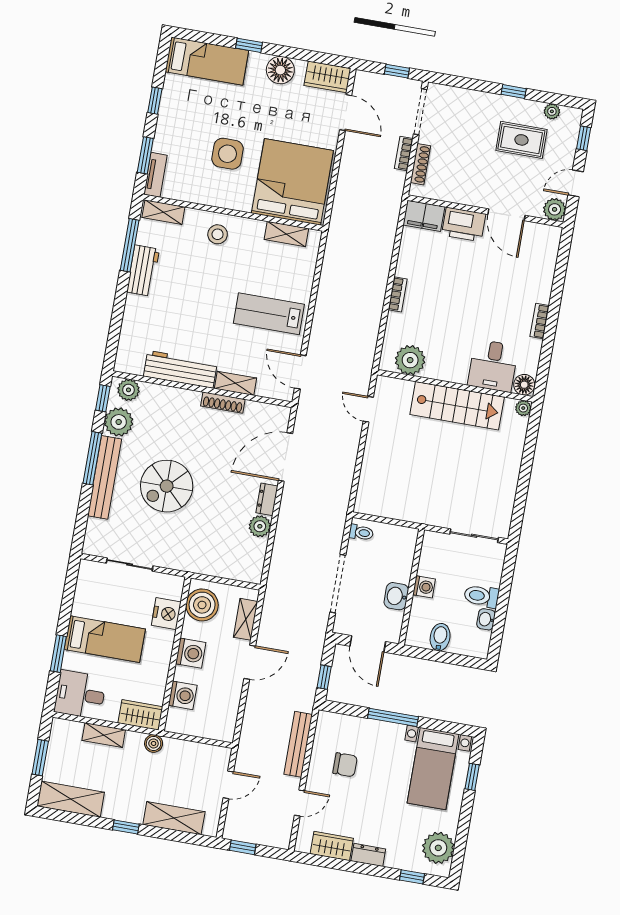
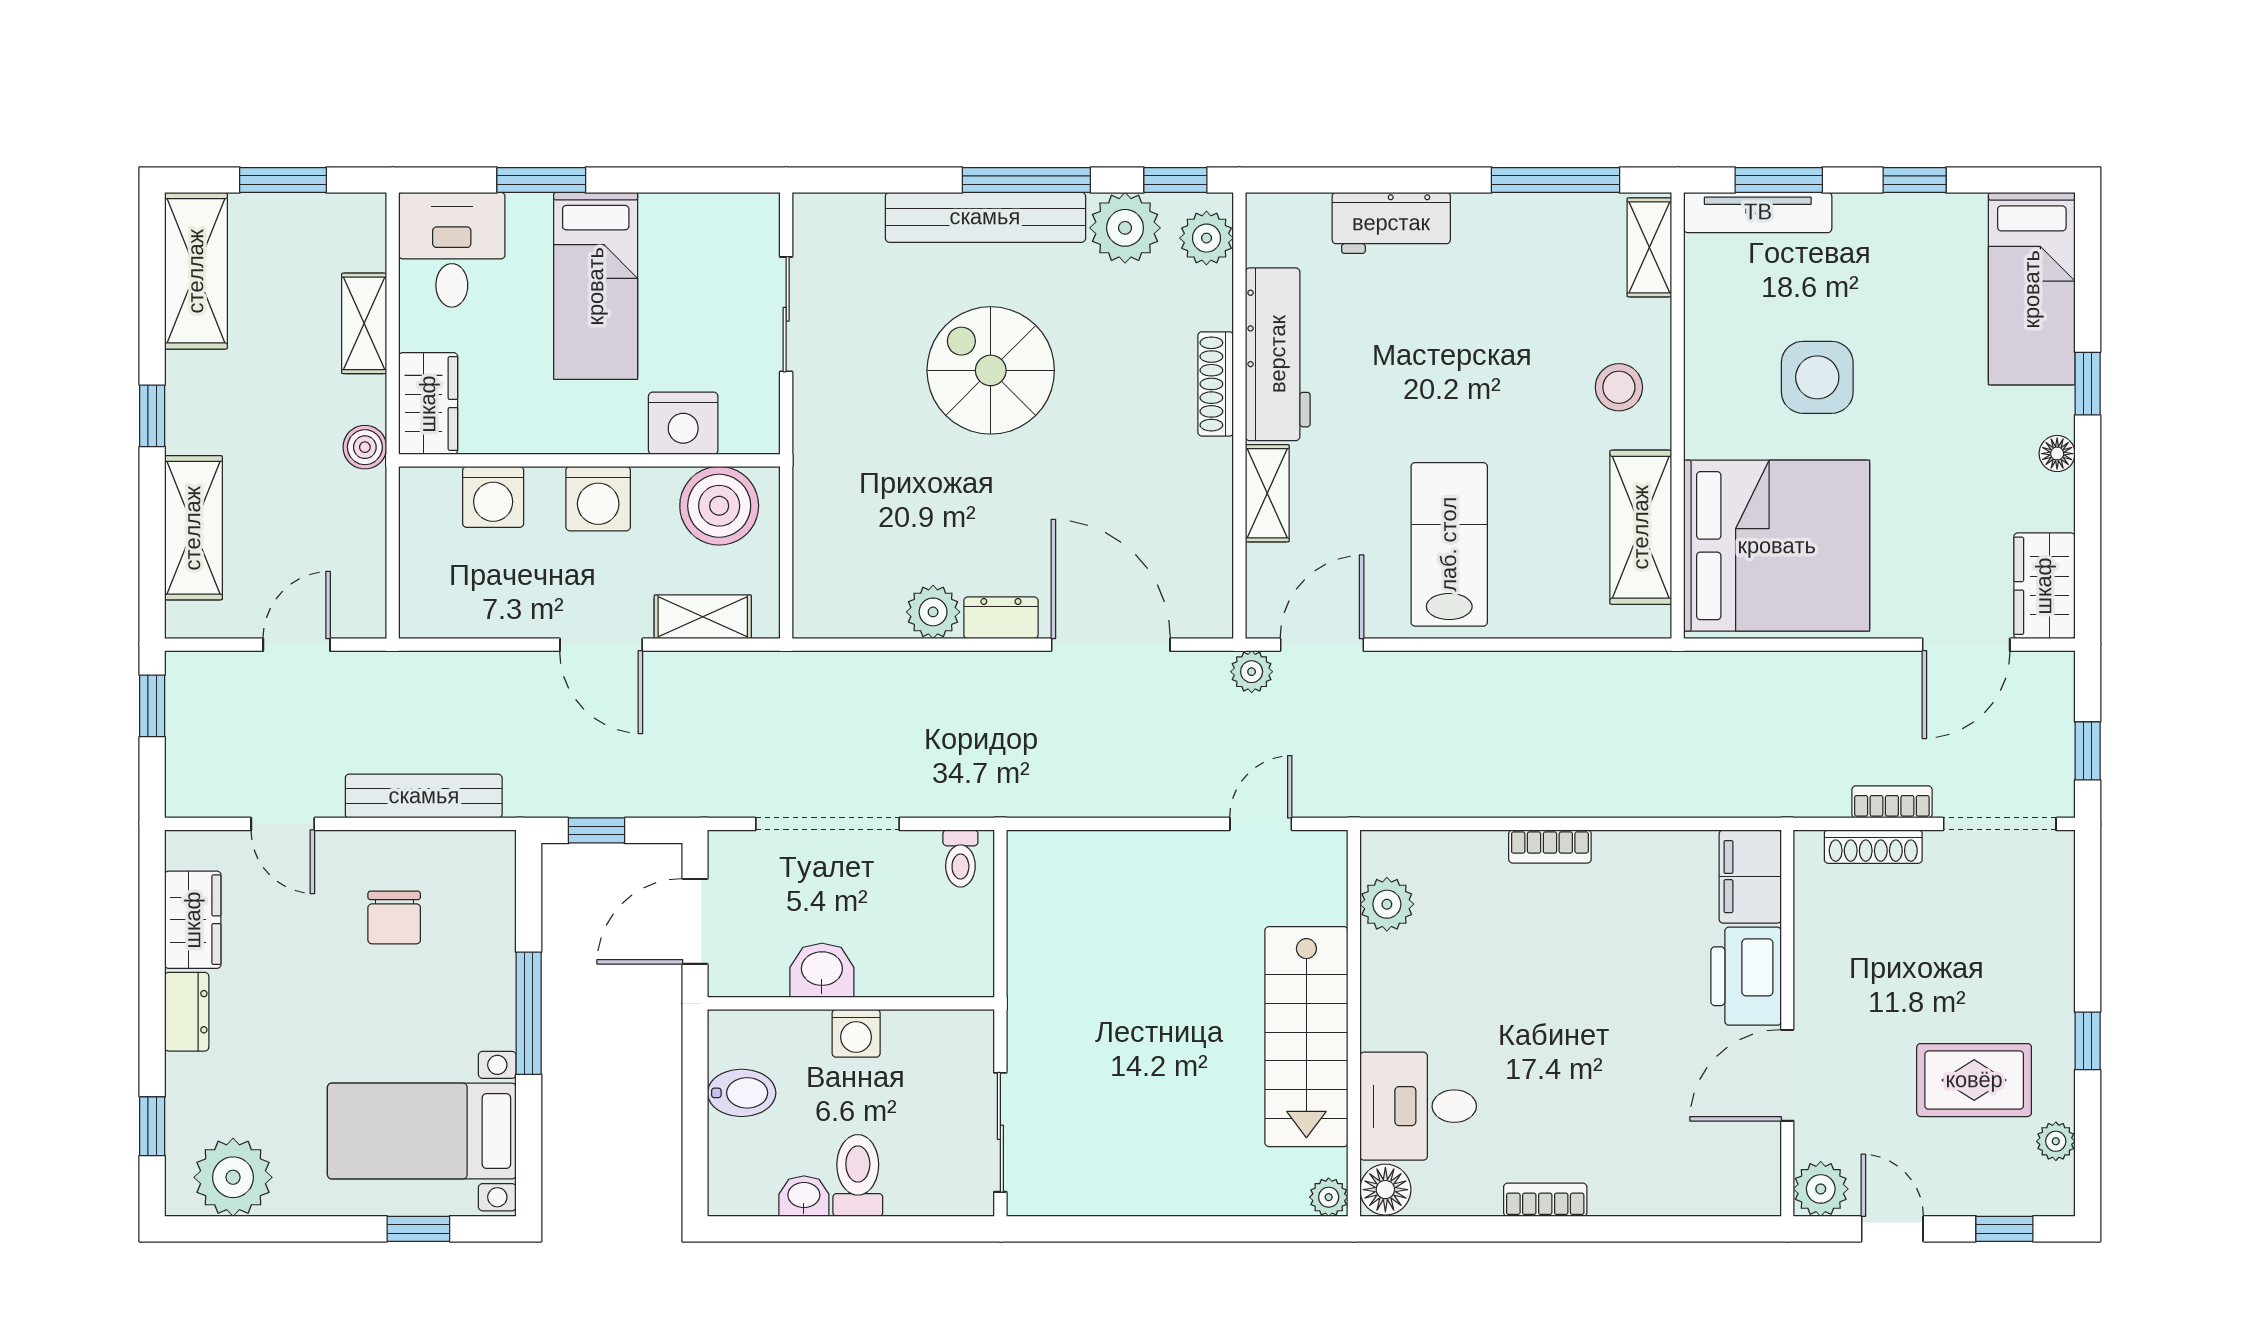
floor lamp: (280, 70) -> (2057, 454), width x0.53, depth x0.53
rug: (521, 140) -> (1974, 1080), turned 90
tv unit: (155, 175) -> (1758, 212), width x1.41
shelving: (286, 234) -> (1641, 527), width x1.50, depth x1.33
workbench: (143, 271) -> (1391, 223), moved
plant: (410, 360) -> (1387, 904), width x0.73, depth x0.73
plant: (306, 402) -> (1252, 672), added
shoe rack: (223, 403) -> (1216, 384), moved
door: (228, 785) -> (297, 645), swing flipped

